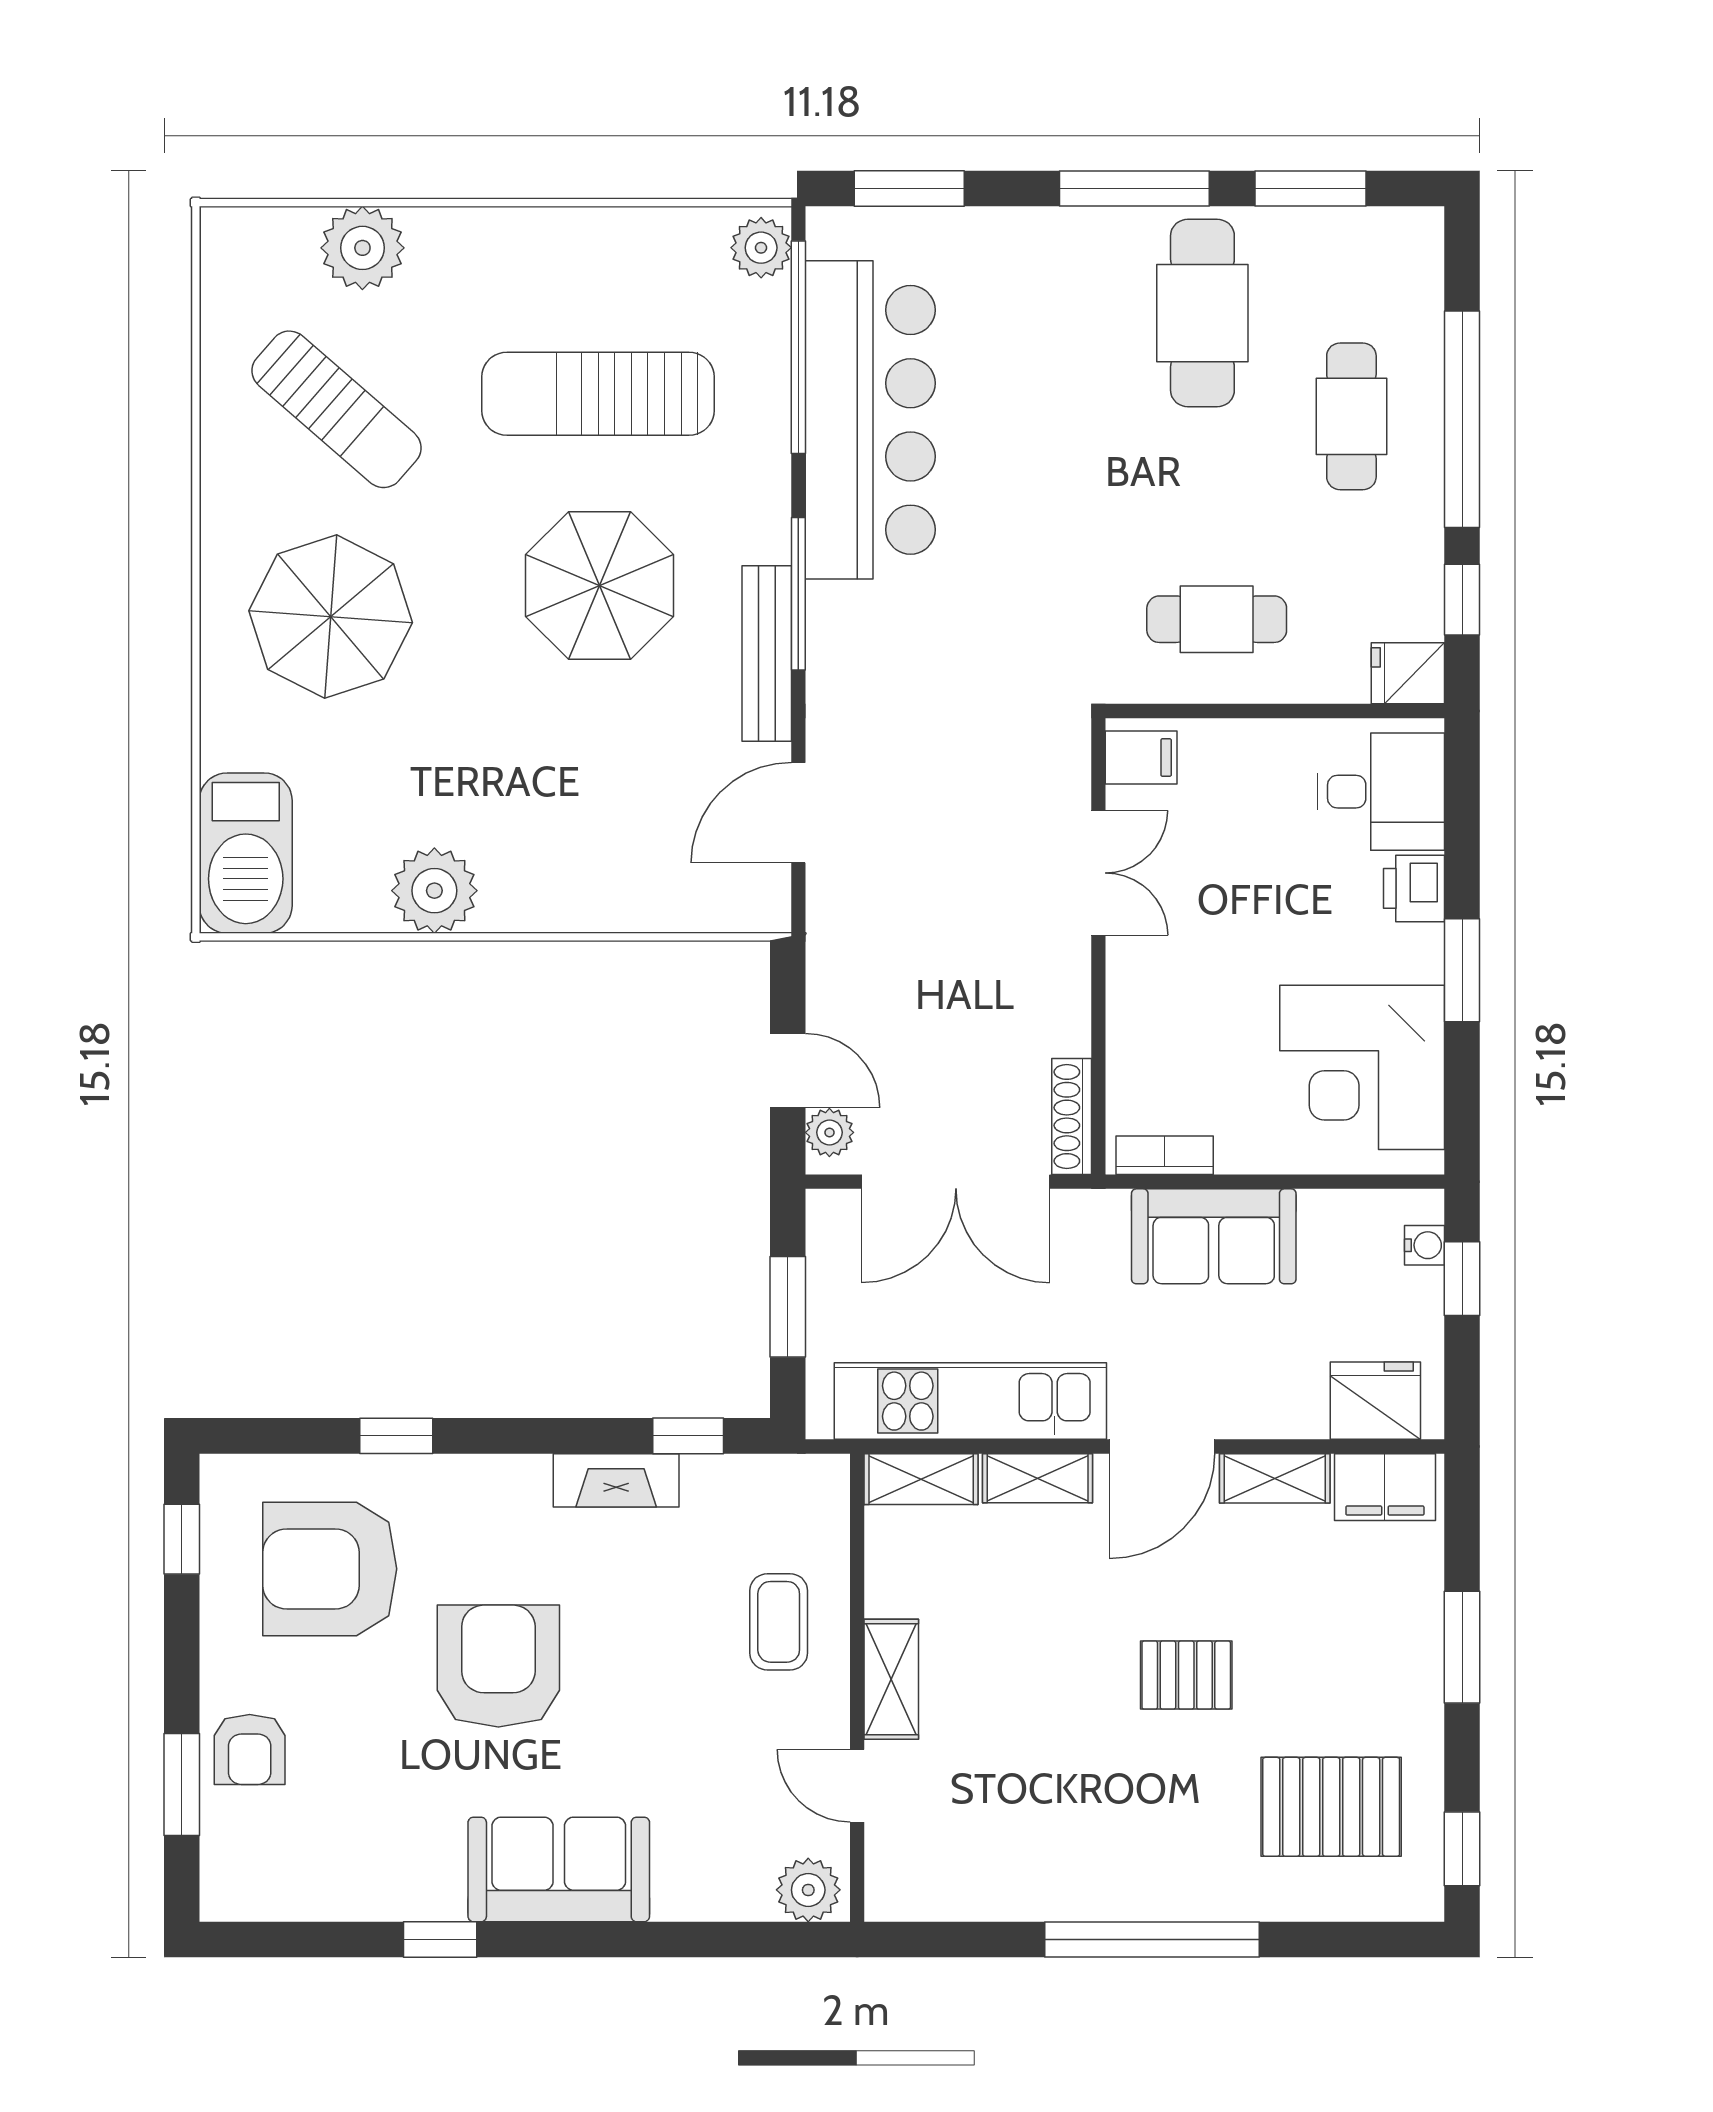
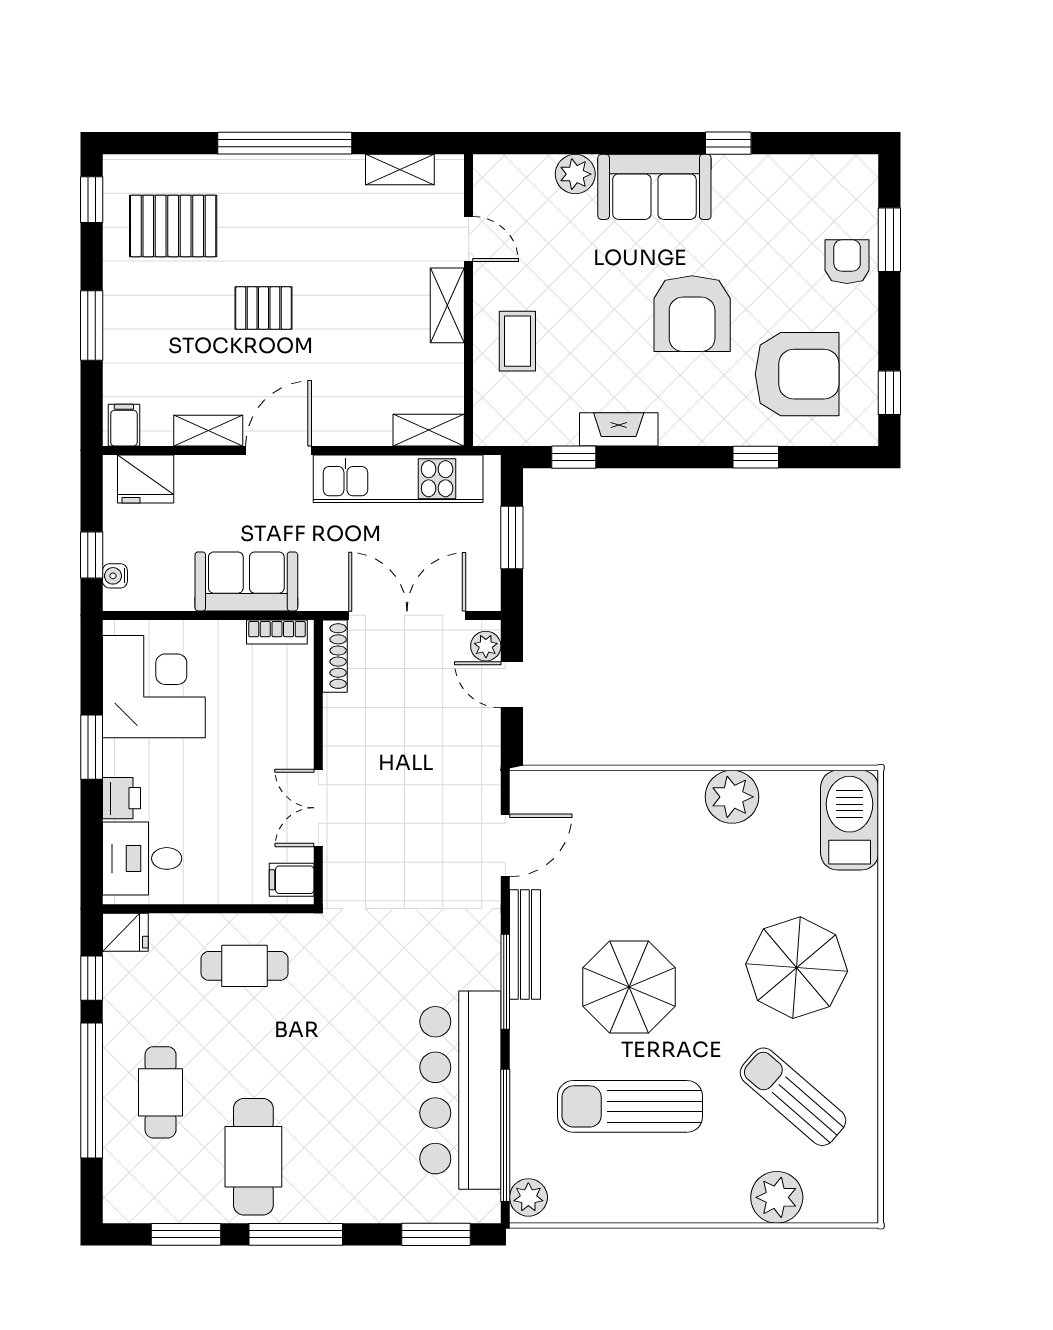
sun lounger: (598, 394) -> (630, 1106), turned 180
shelving: (1038, 1478) -> (400, 170), moved
filing cabinet: (1385, 1487) -> (124, 425), width x0.50
plant: (808, 1890) -> (575, 174), moved

